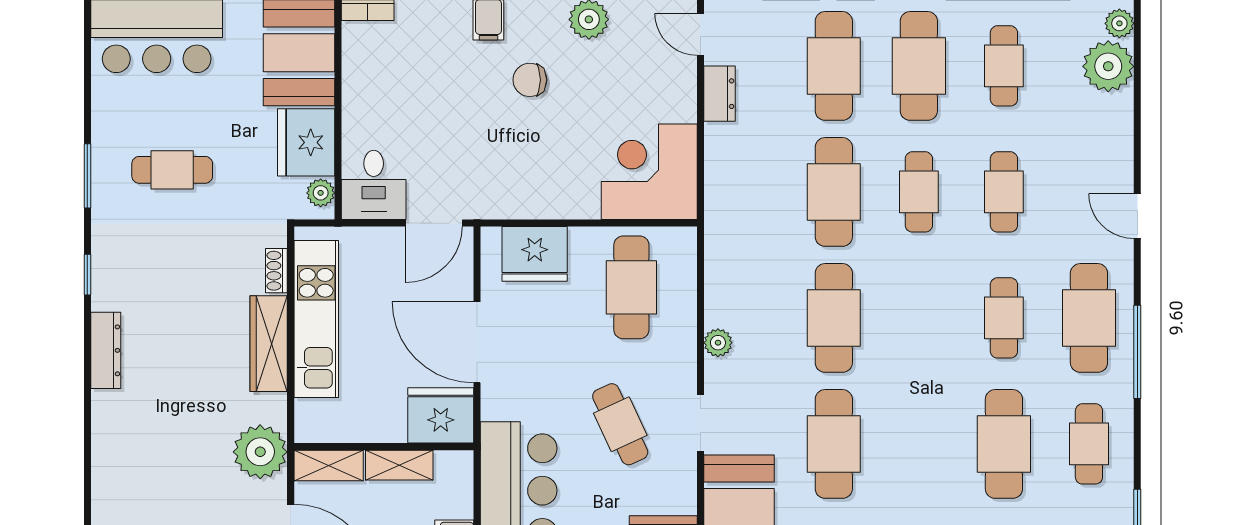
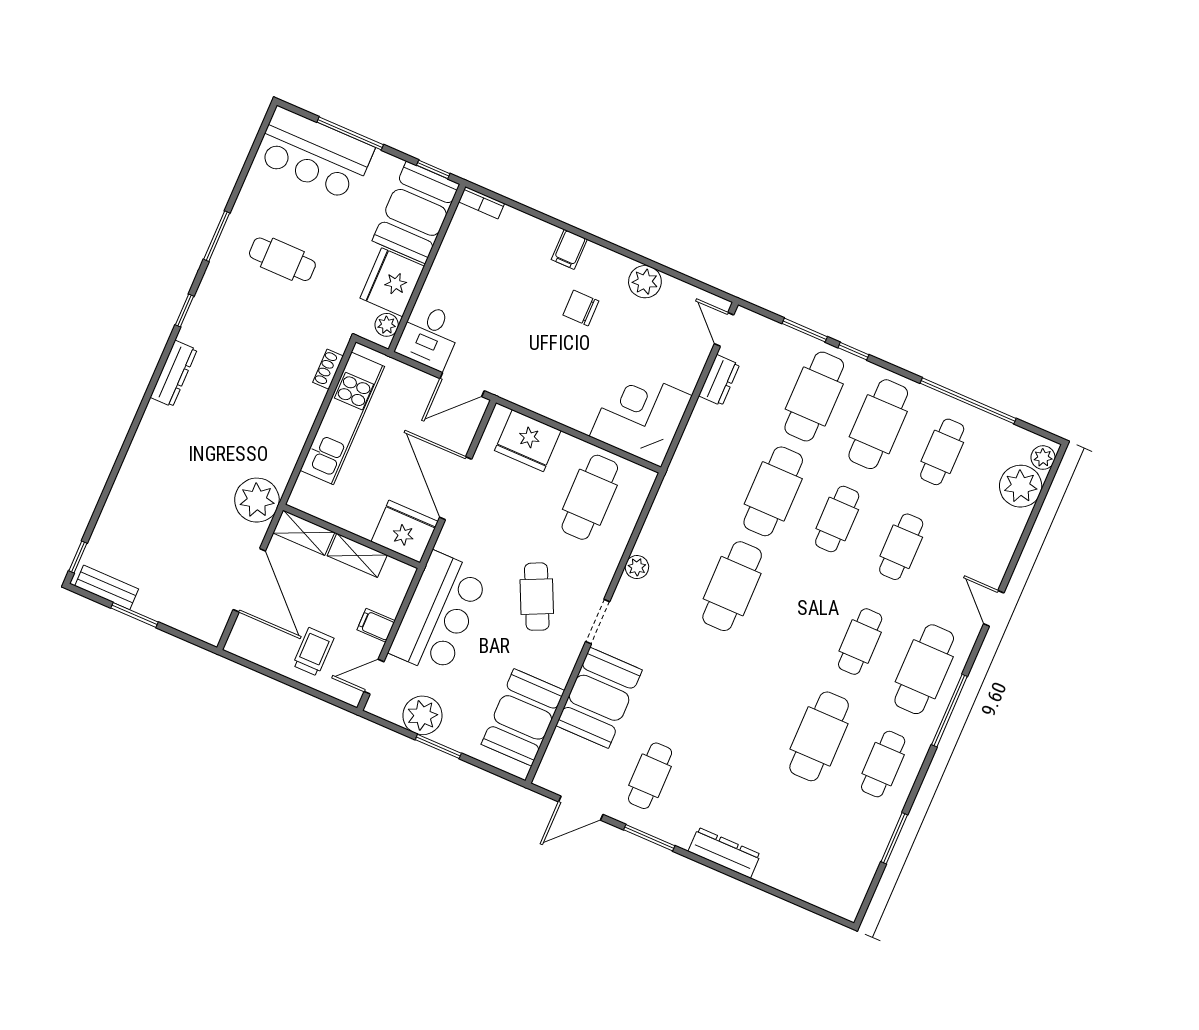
wardrobe: (269, 344) -> (298, 421), removed
cafe table: (834, 444) -> (691, 681), removed

